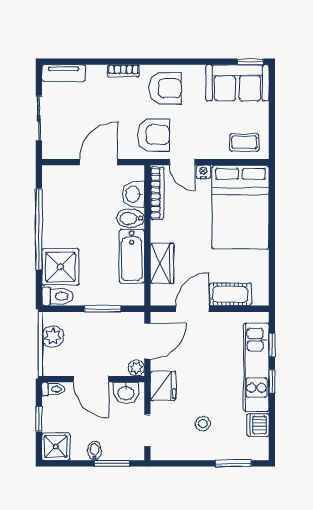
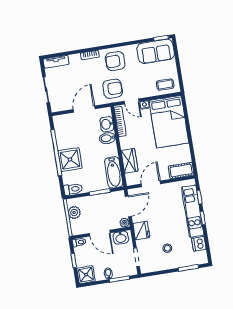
armchair: (165, 88) -> (115, 61), turned 180
bathtub: (132, 256) -> (114, 172), moved
shower: (60, 267) -> (70, 160), moved
cot: (230, 294) -> (181, 171), moved

